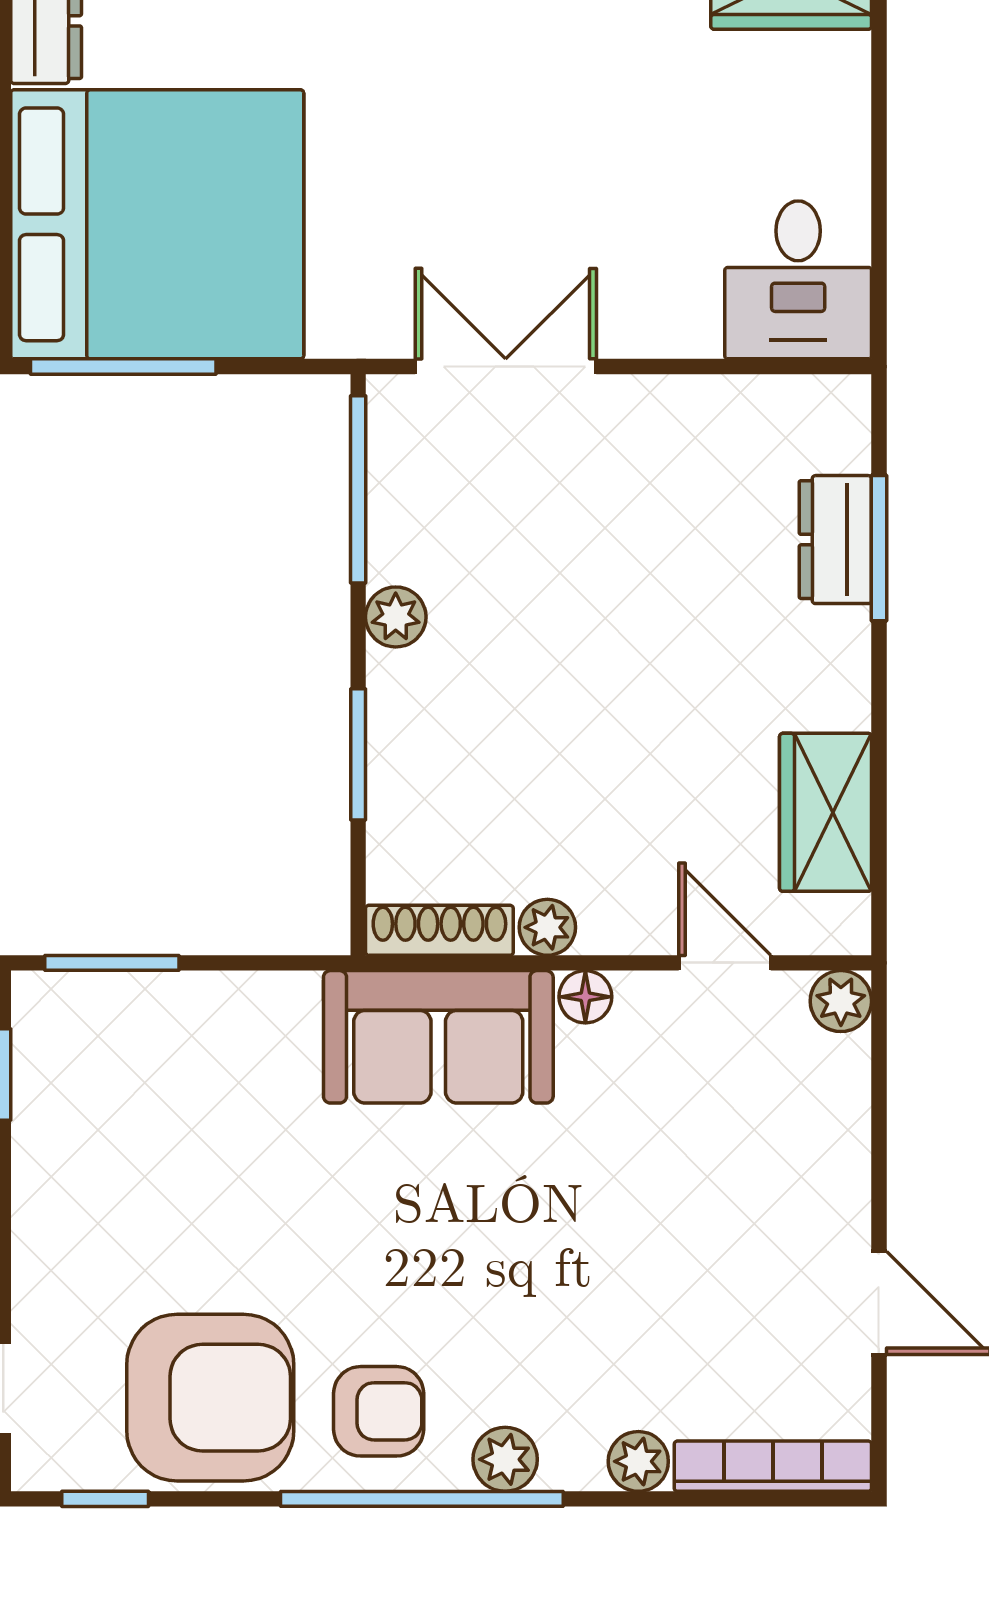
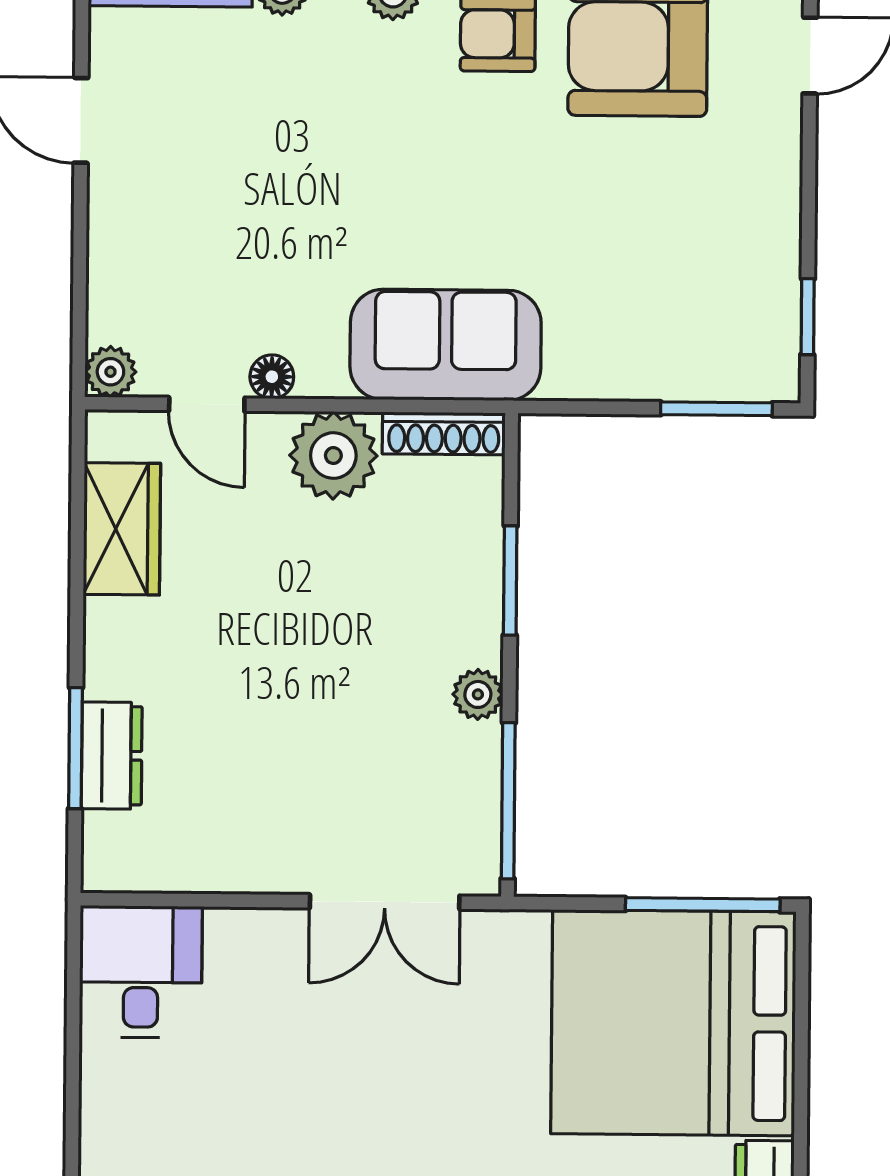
plant: (547, 927) -> (333, 456), width x1.88, depth x1.88
floor lamp: (585, 997) -> (272, 377), moved

